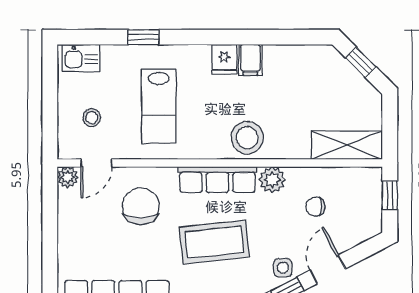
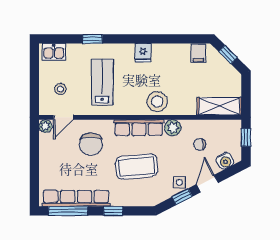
filing cabinet: (250, 60) -> (198, 53), moved
lab bench: (159, 106) -> (102, 82), turned 180
chair: (141, 206) -> (91, 144), turned 180
water cooler: (356, 233) -> (225, 161), added

